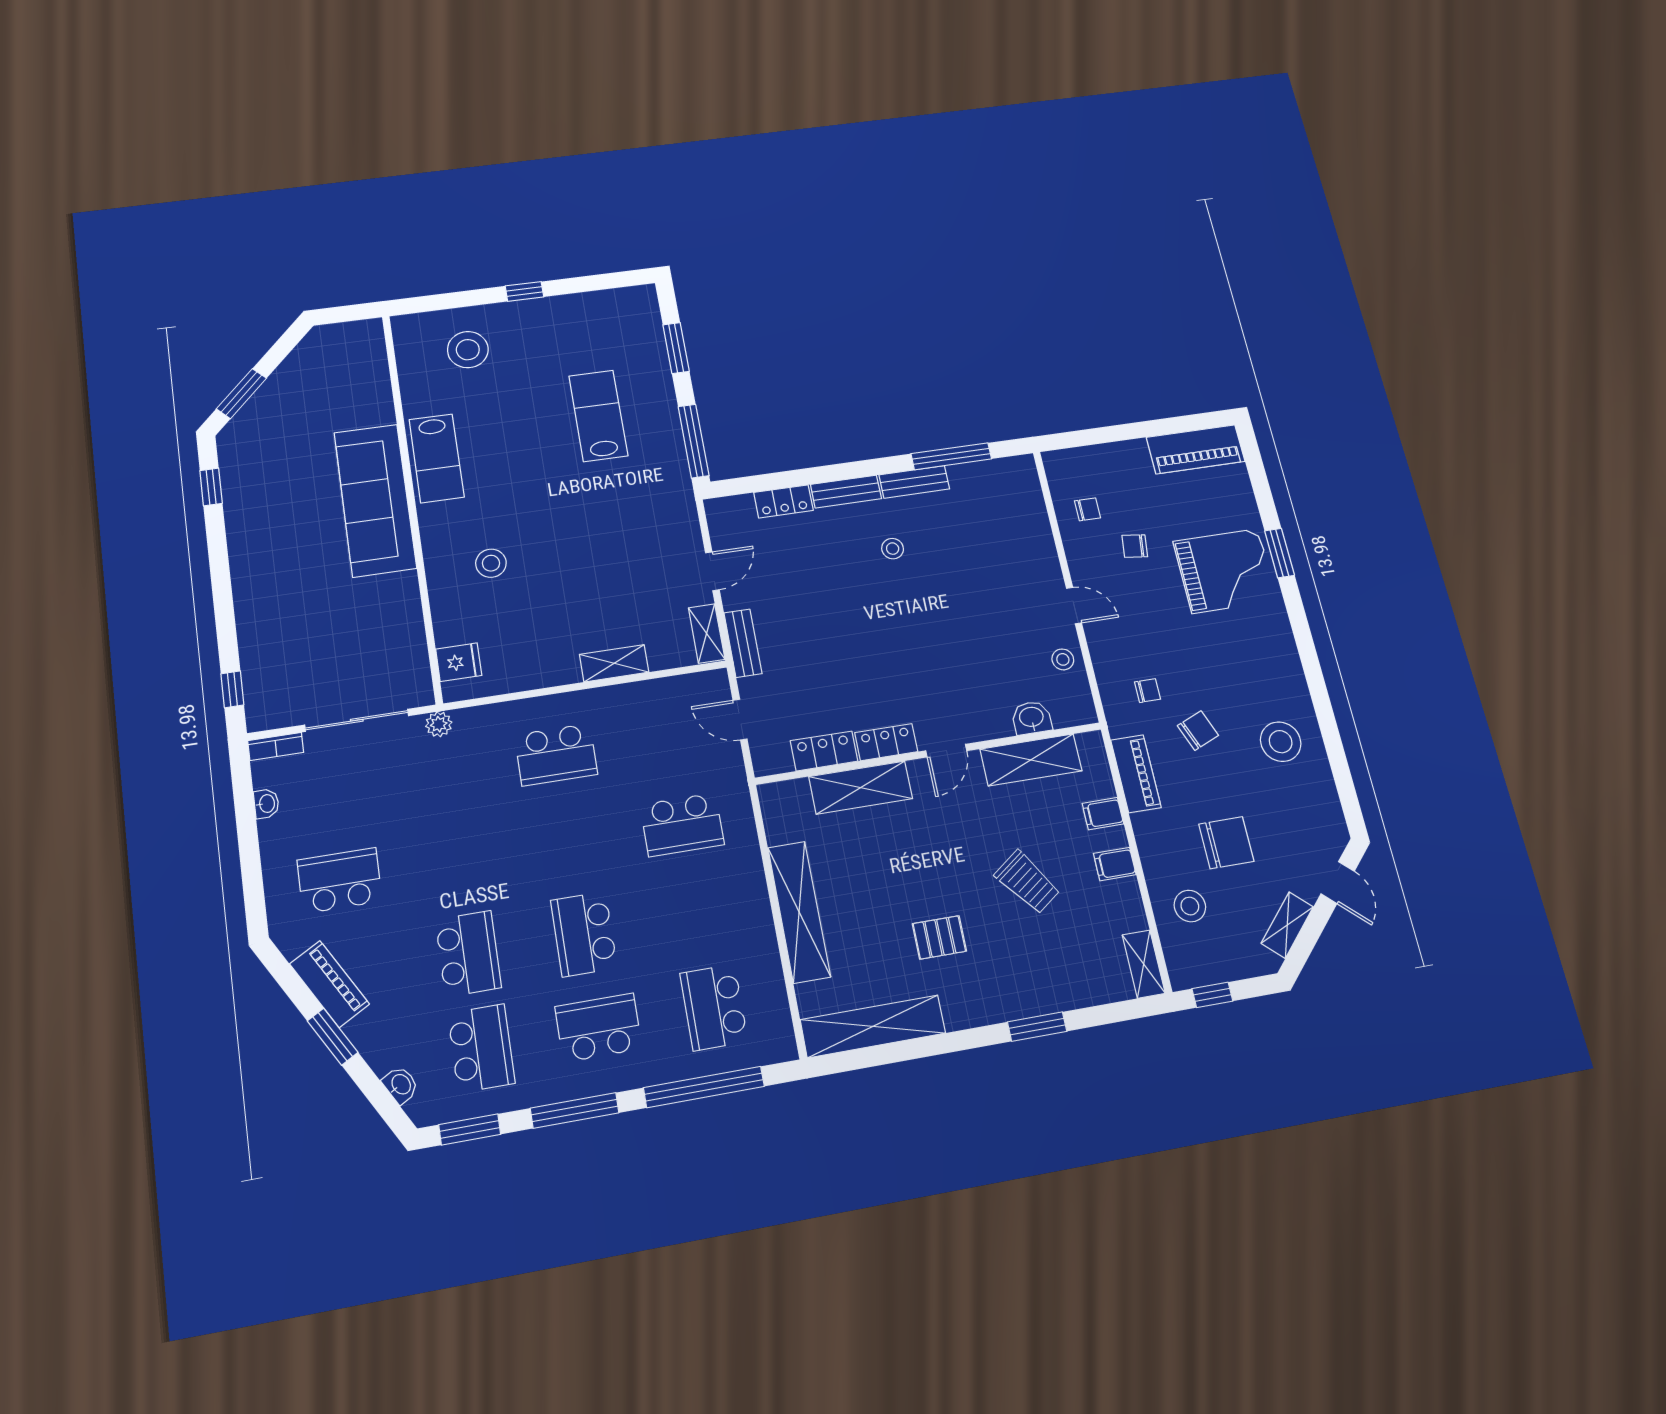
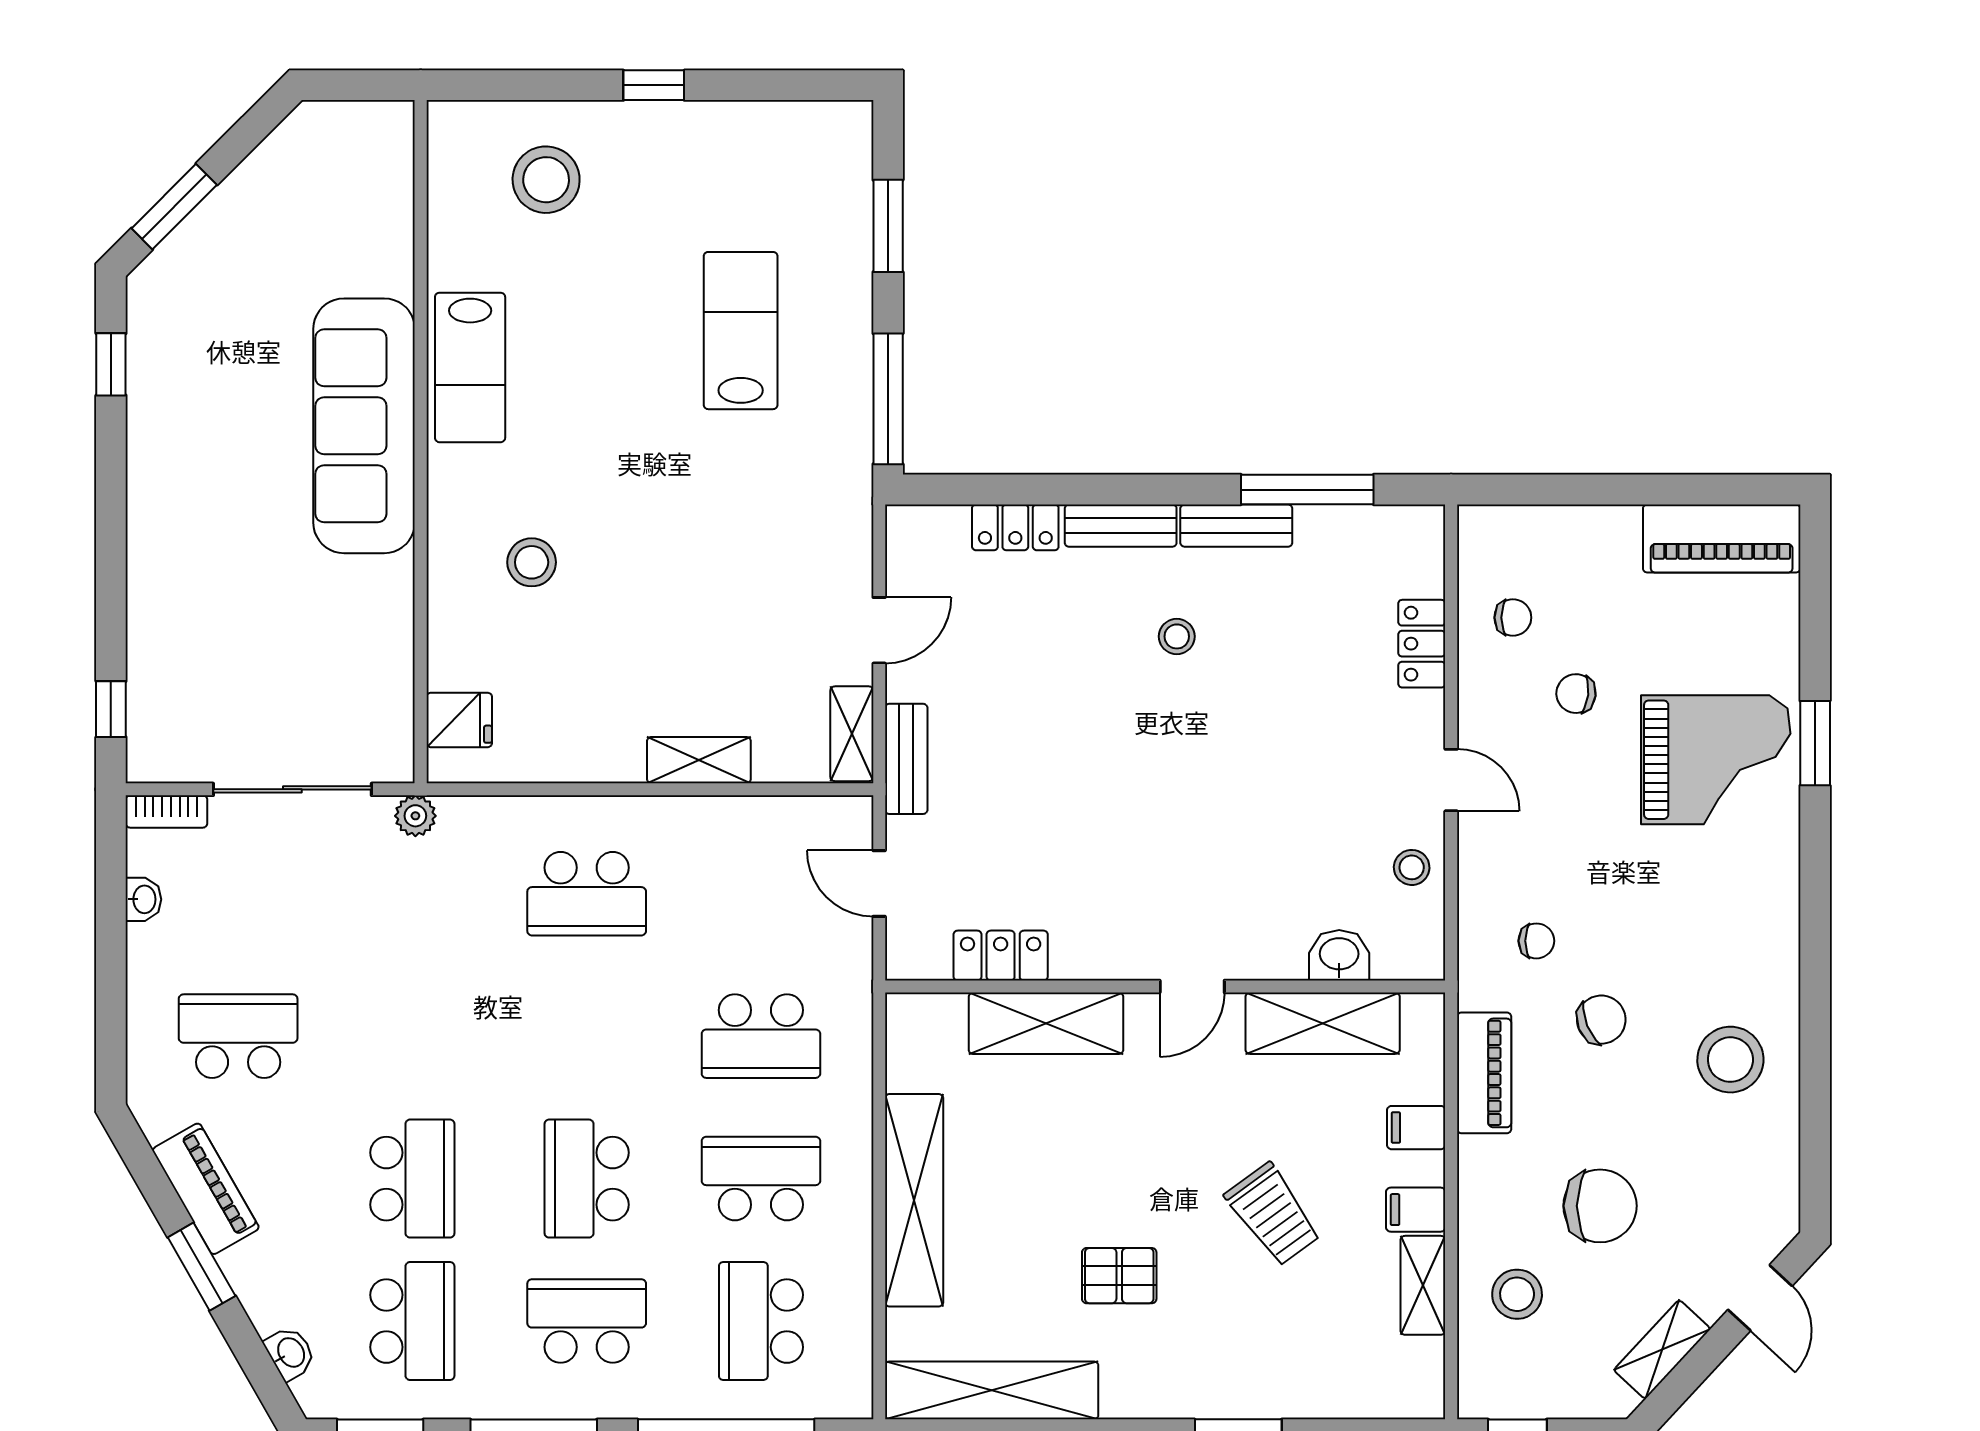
locker: (886, 742) -> (1422, 644), moved, turned -90
school desk: (698, 915) -> (761, 1179), added
shelving: (1144, 964) -> (1423, 1285), moved

